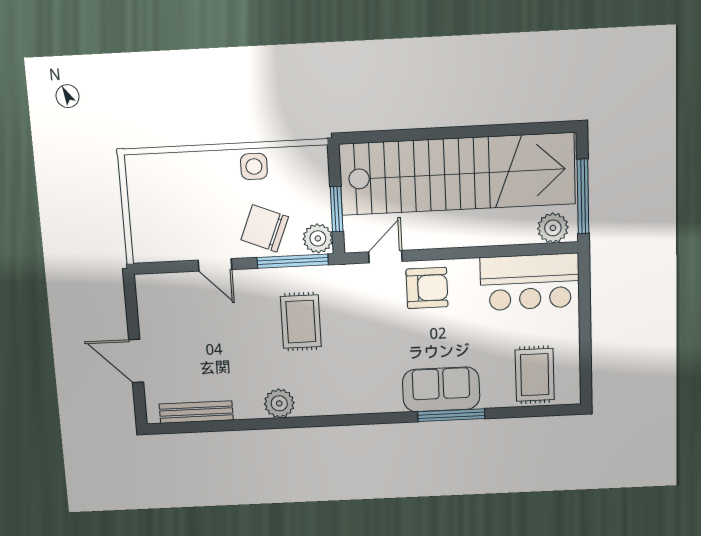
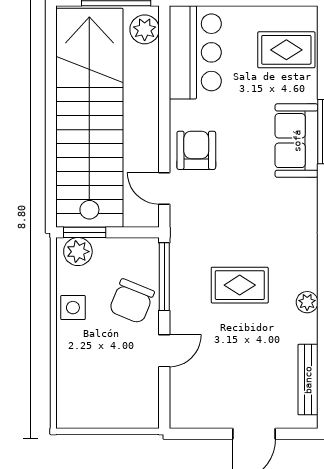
window: (337, 209) -> (85, 232), moved
plant: (318, 238) -> (78, 252), moved
rug: (301, 322) -> (240, 285), moved
plant: (279, 403) -> (307, 302), width x0.73, depth x0.73

